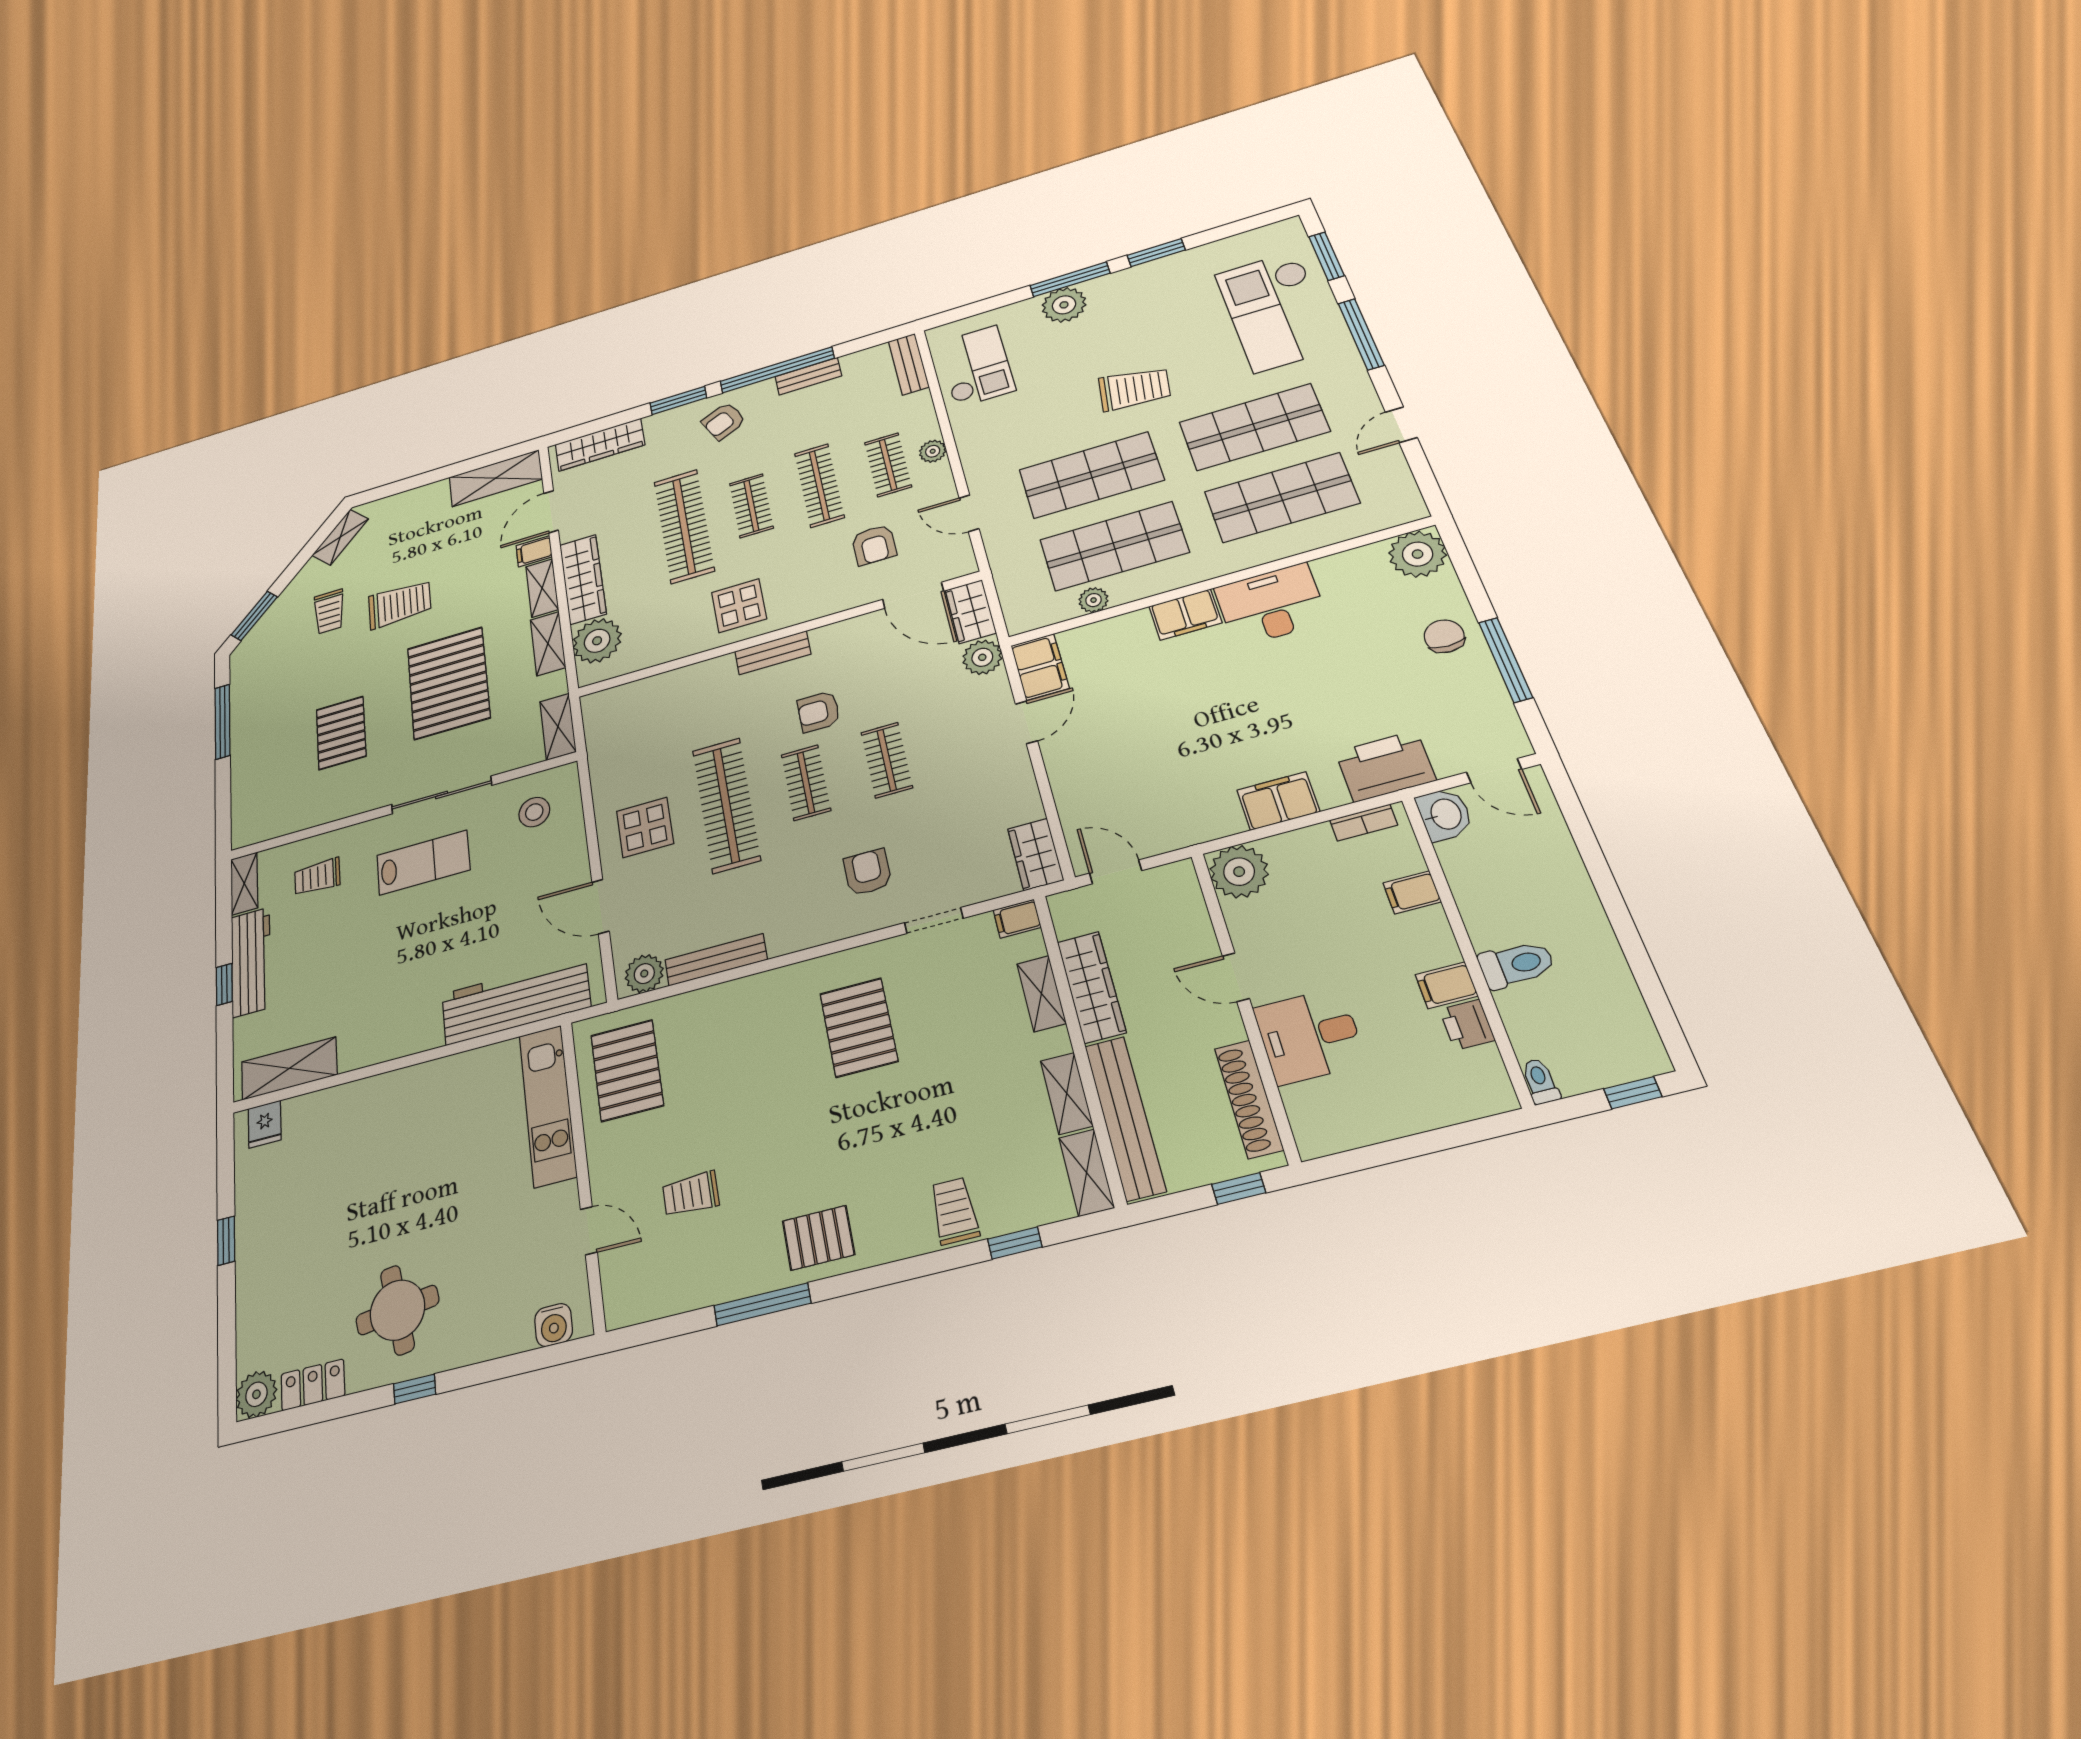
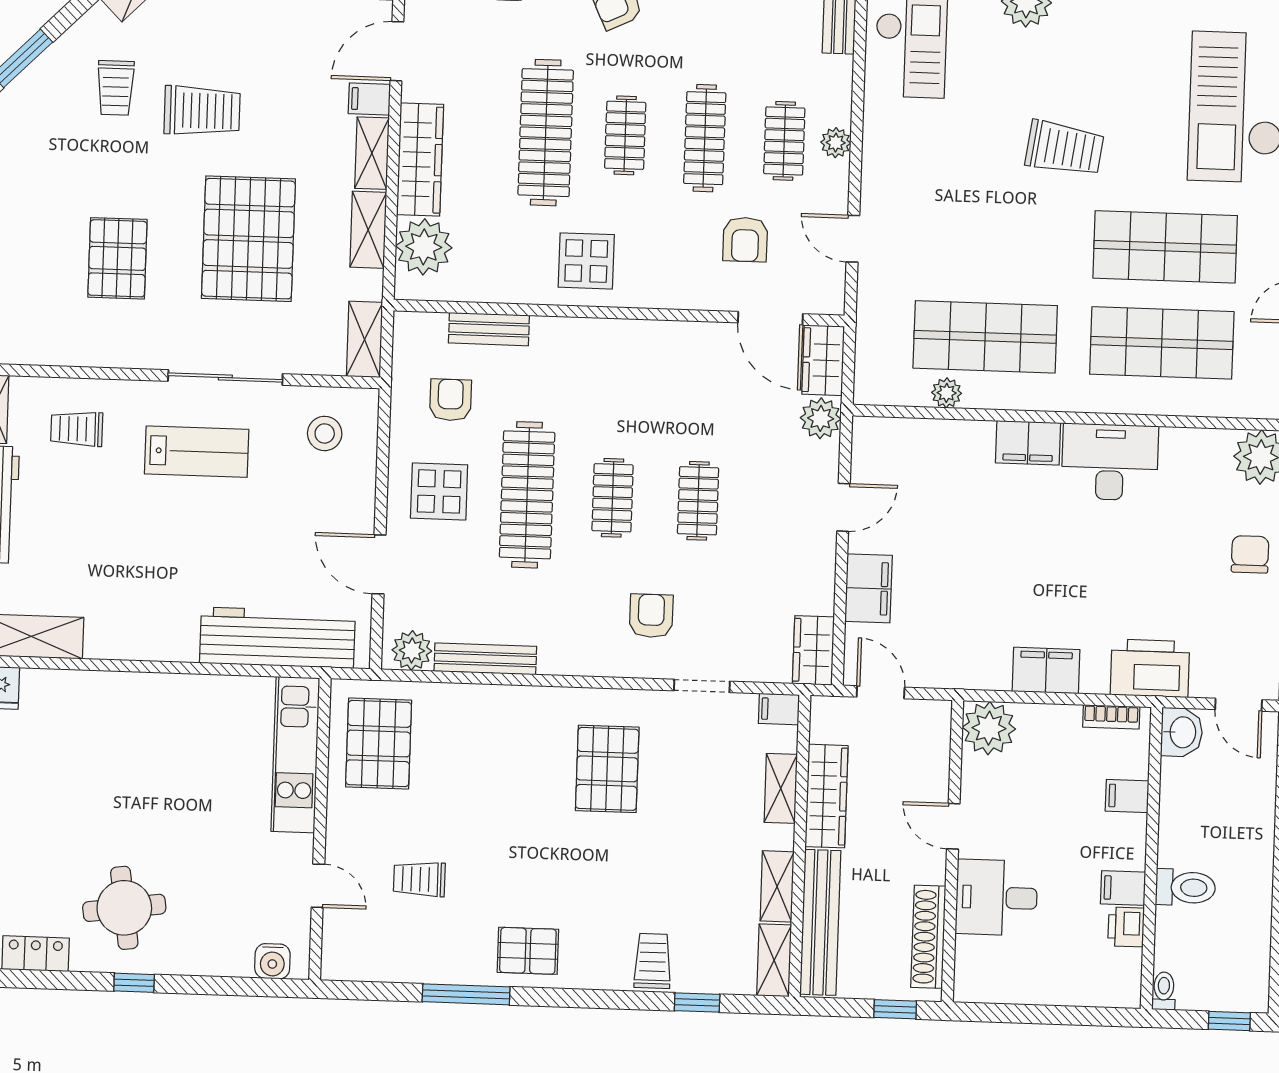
shop shelf: (1091, 475) -> (989, 241), removed
bench: (773, 653) -> (489, 329), moved
filing cabinet: (1040, 667) -> (869, 588), moved
armchair: (819, 712) -> (451, 400), moved, turned 90

